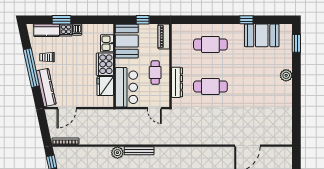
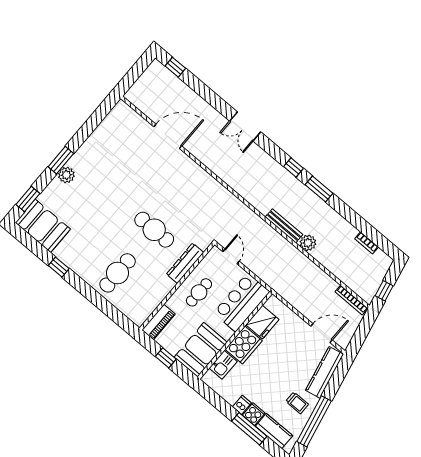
window: (62, 20) -> (249, 429), width x1.44
booth: (262, 35) -> (43, 226), moved
cafe table: (210, 45) -> (118, 273), turned 90
window: (31, 68) -> (314, 421), moved
window: (296, 81) -> (61, 160), added

